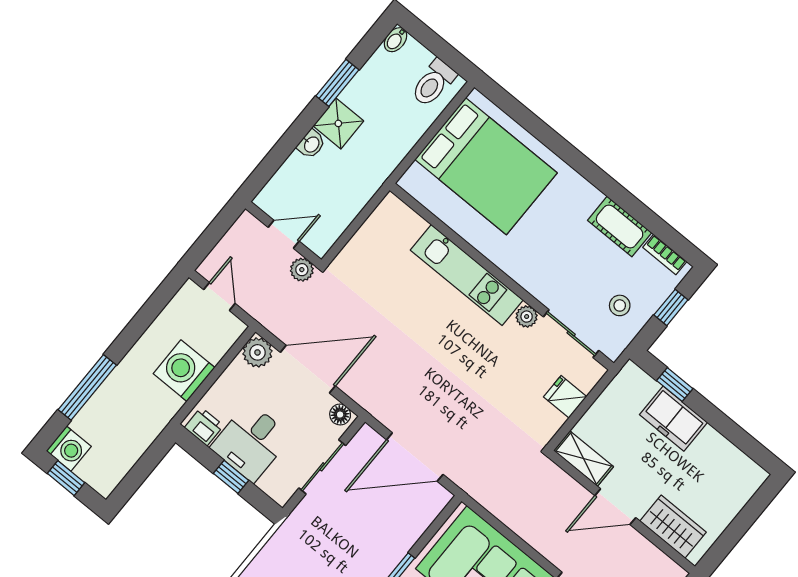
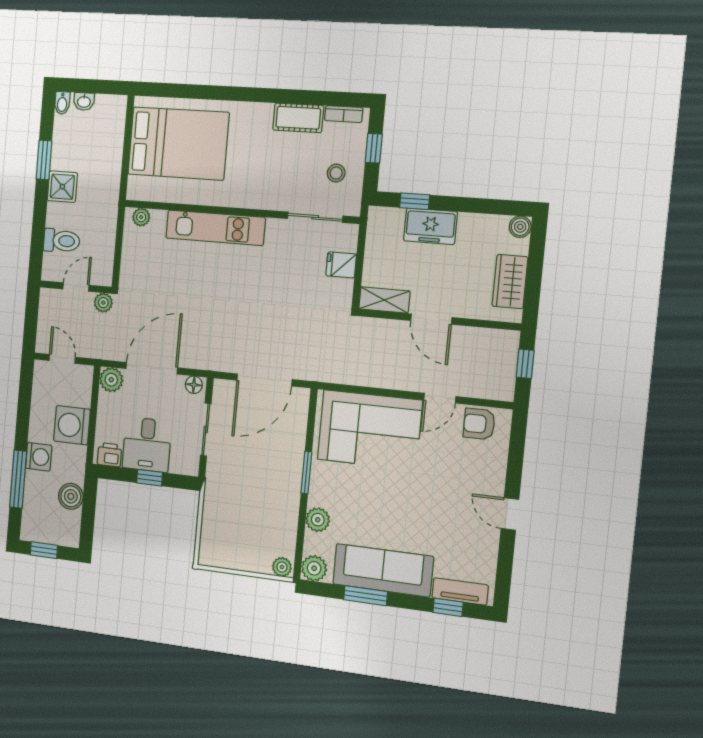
toilet: (433, 83) -> (62, 241), moved, turned -90
washbasin: (311, 144) -> (84, 101), moved, turned 90
plant: (527, 317) -> (141, 217), moved
boiler: (133, 442) -> (71, 496), added
washing machine: (69, 449) -> (39, 457), moved
boiler: (754, 476) -> (520, 227), added
door: (615, 507) -> (431, 319), hinge flipped
wardrobe: (673, 527) -> (510, 282), moved, turned -90

